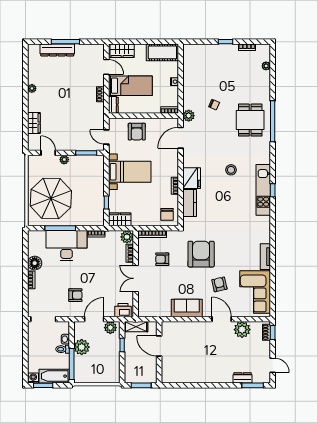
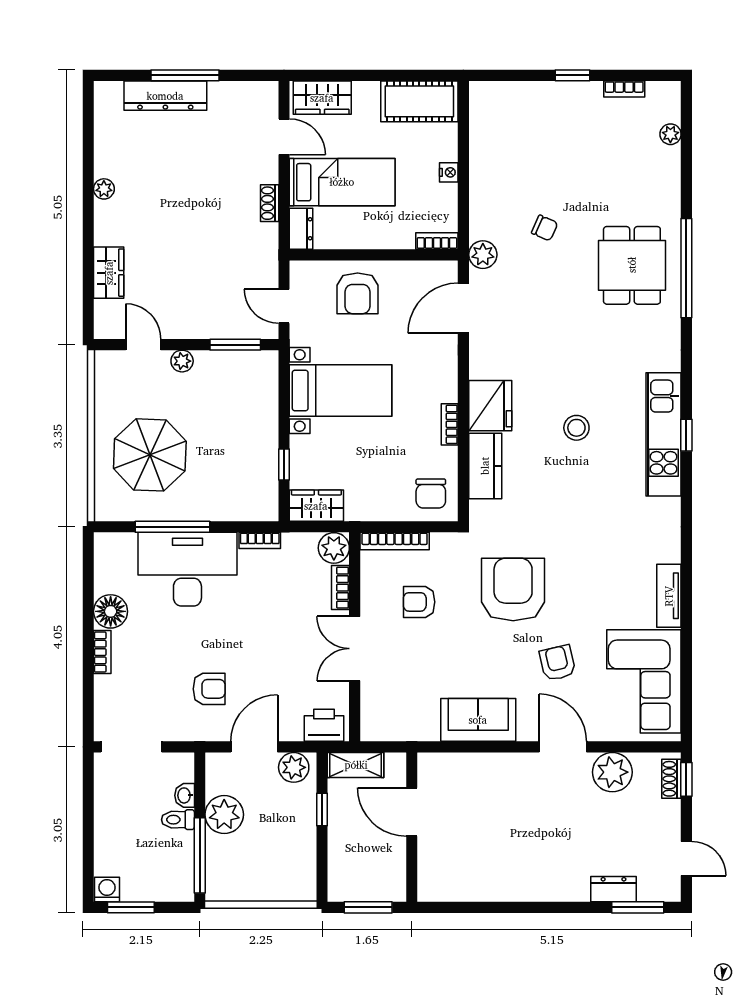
stool: (231, 170) -> (576, 428), moved
parasol: (51, 198) -> (150, 455), width x0.73, depth x0.73
bathtub: (54, 376) -> (158, 885), removed

